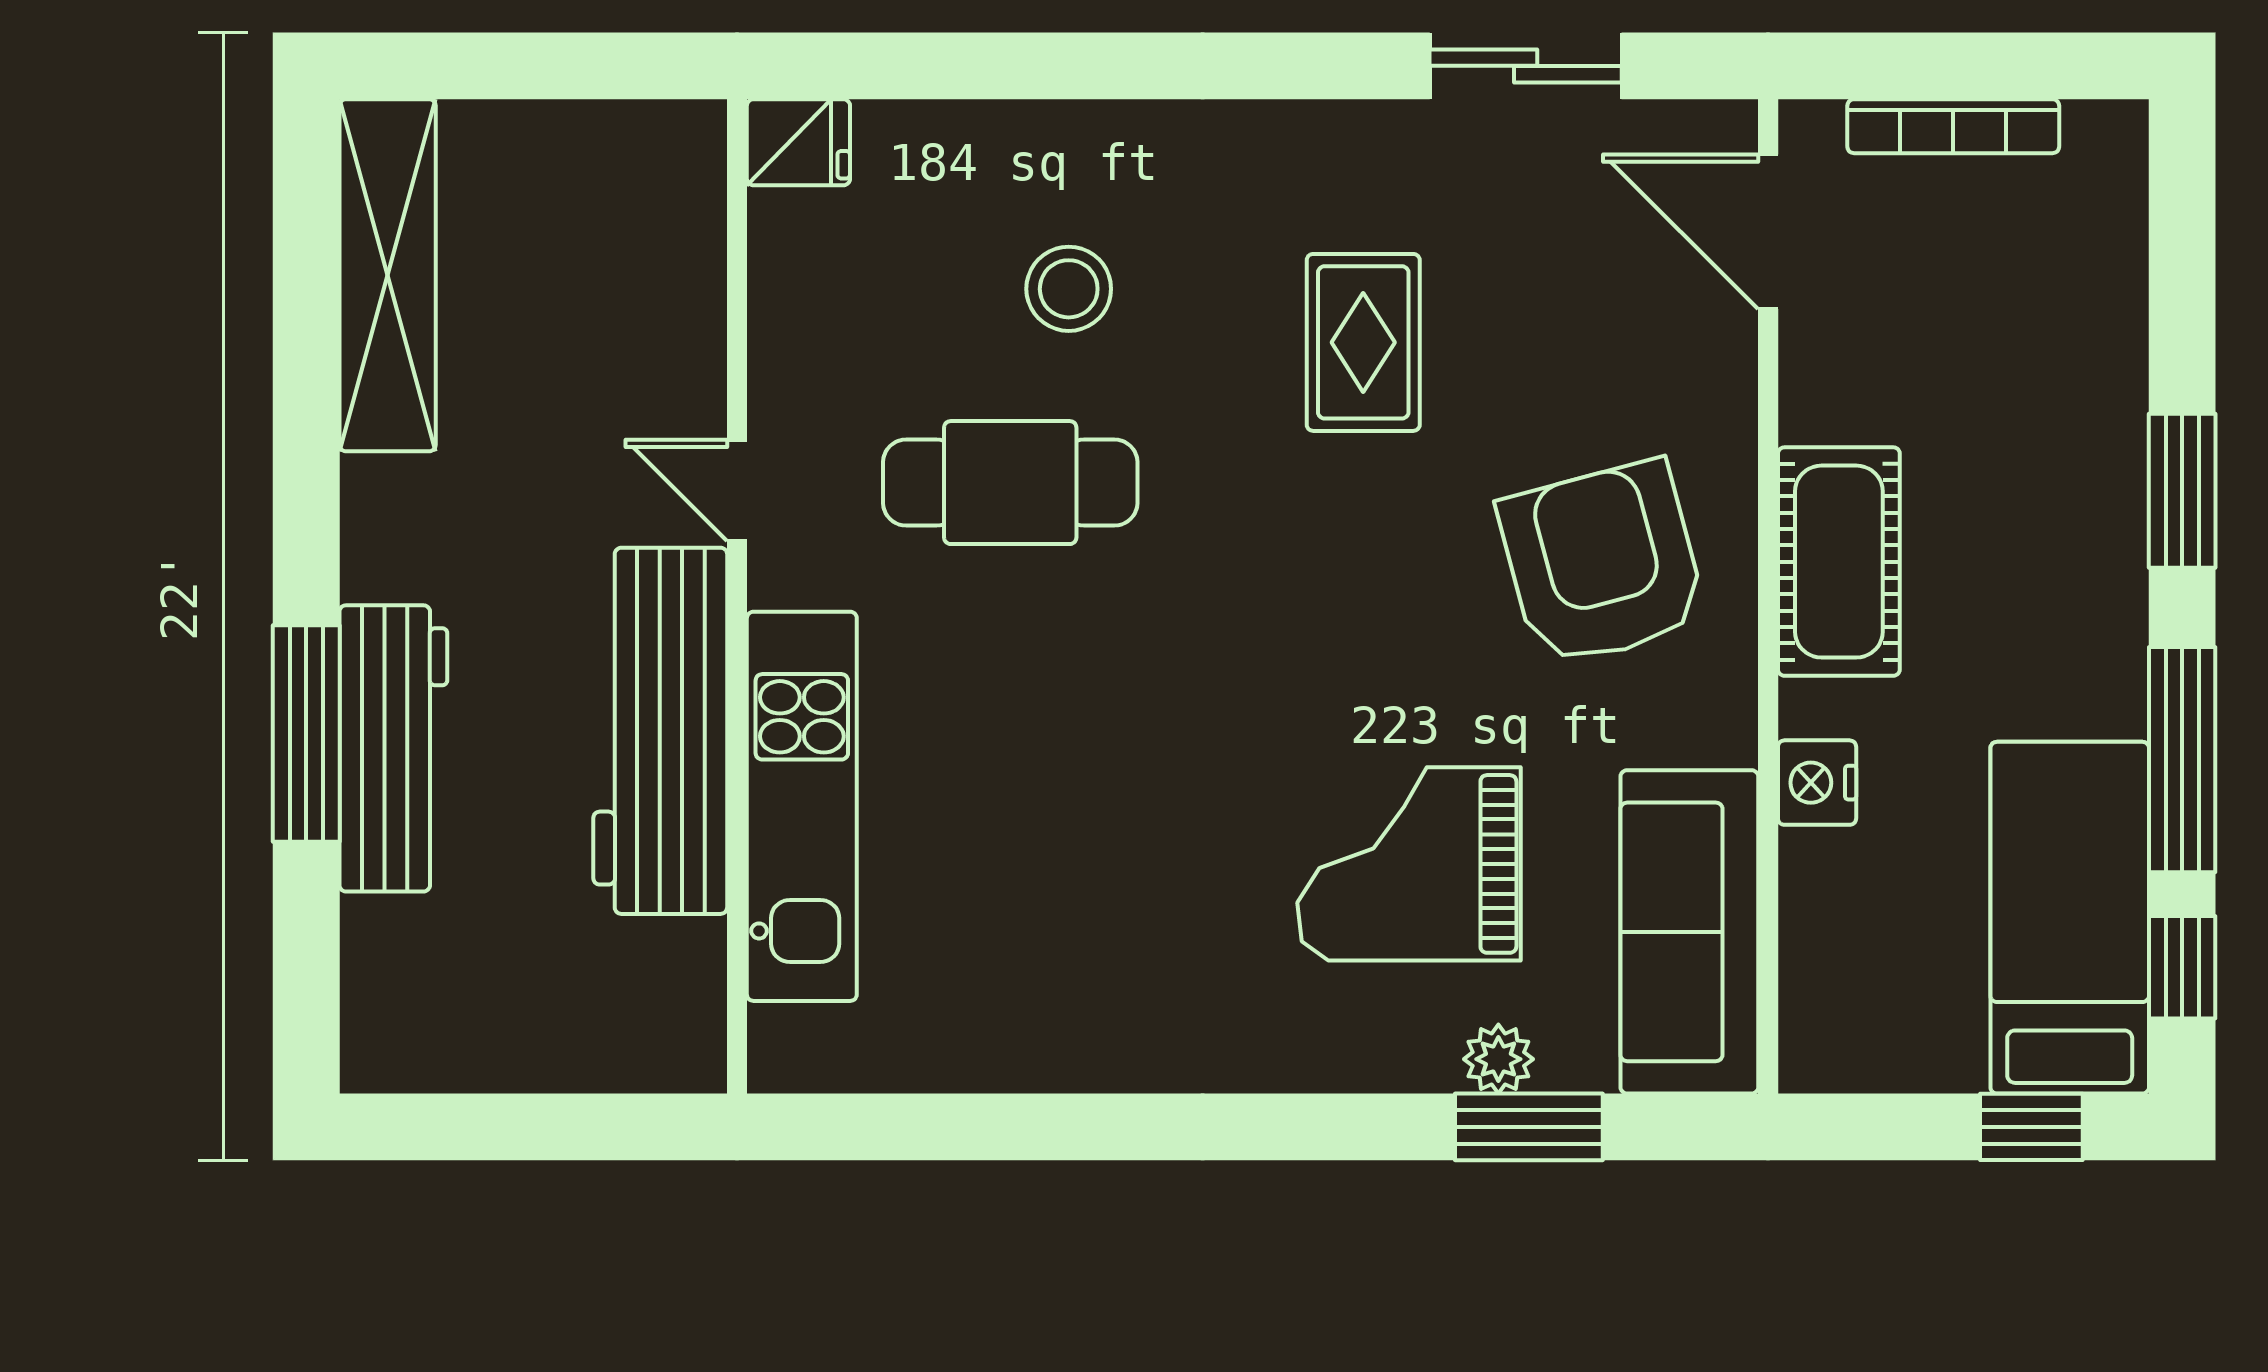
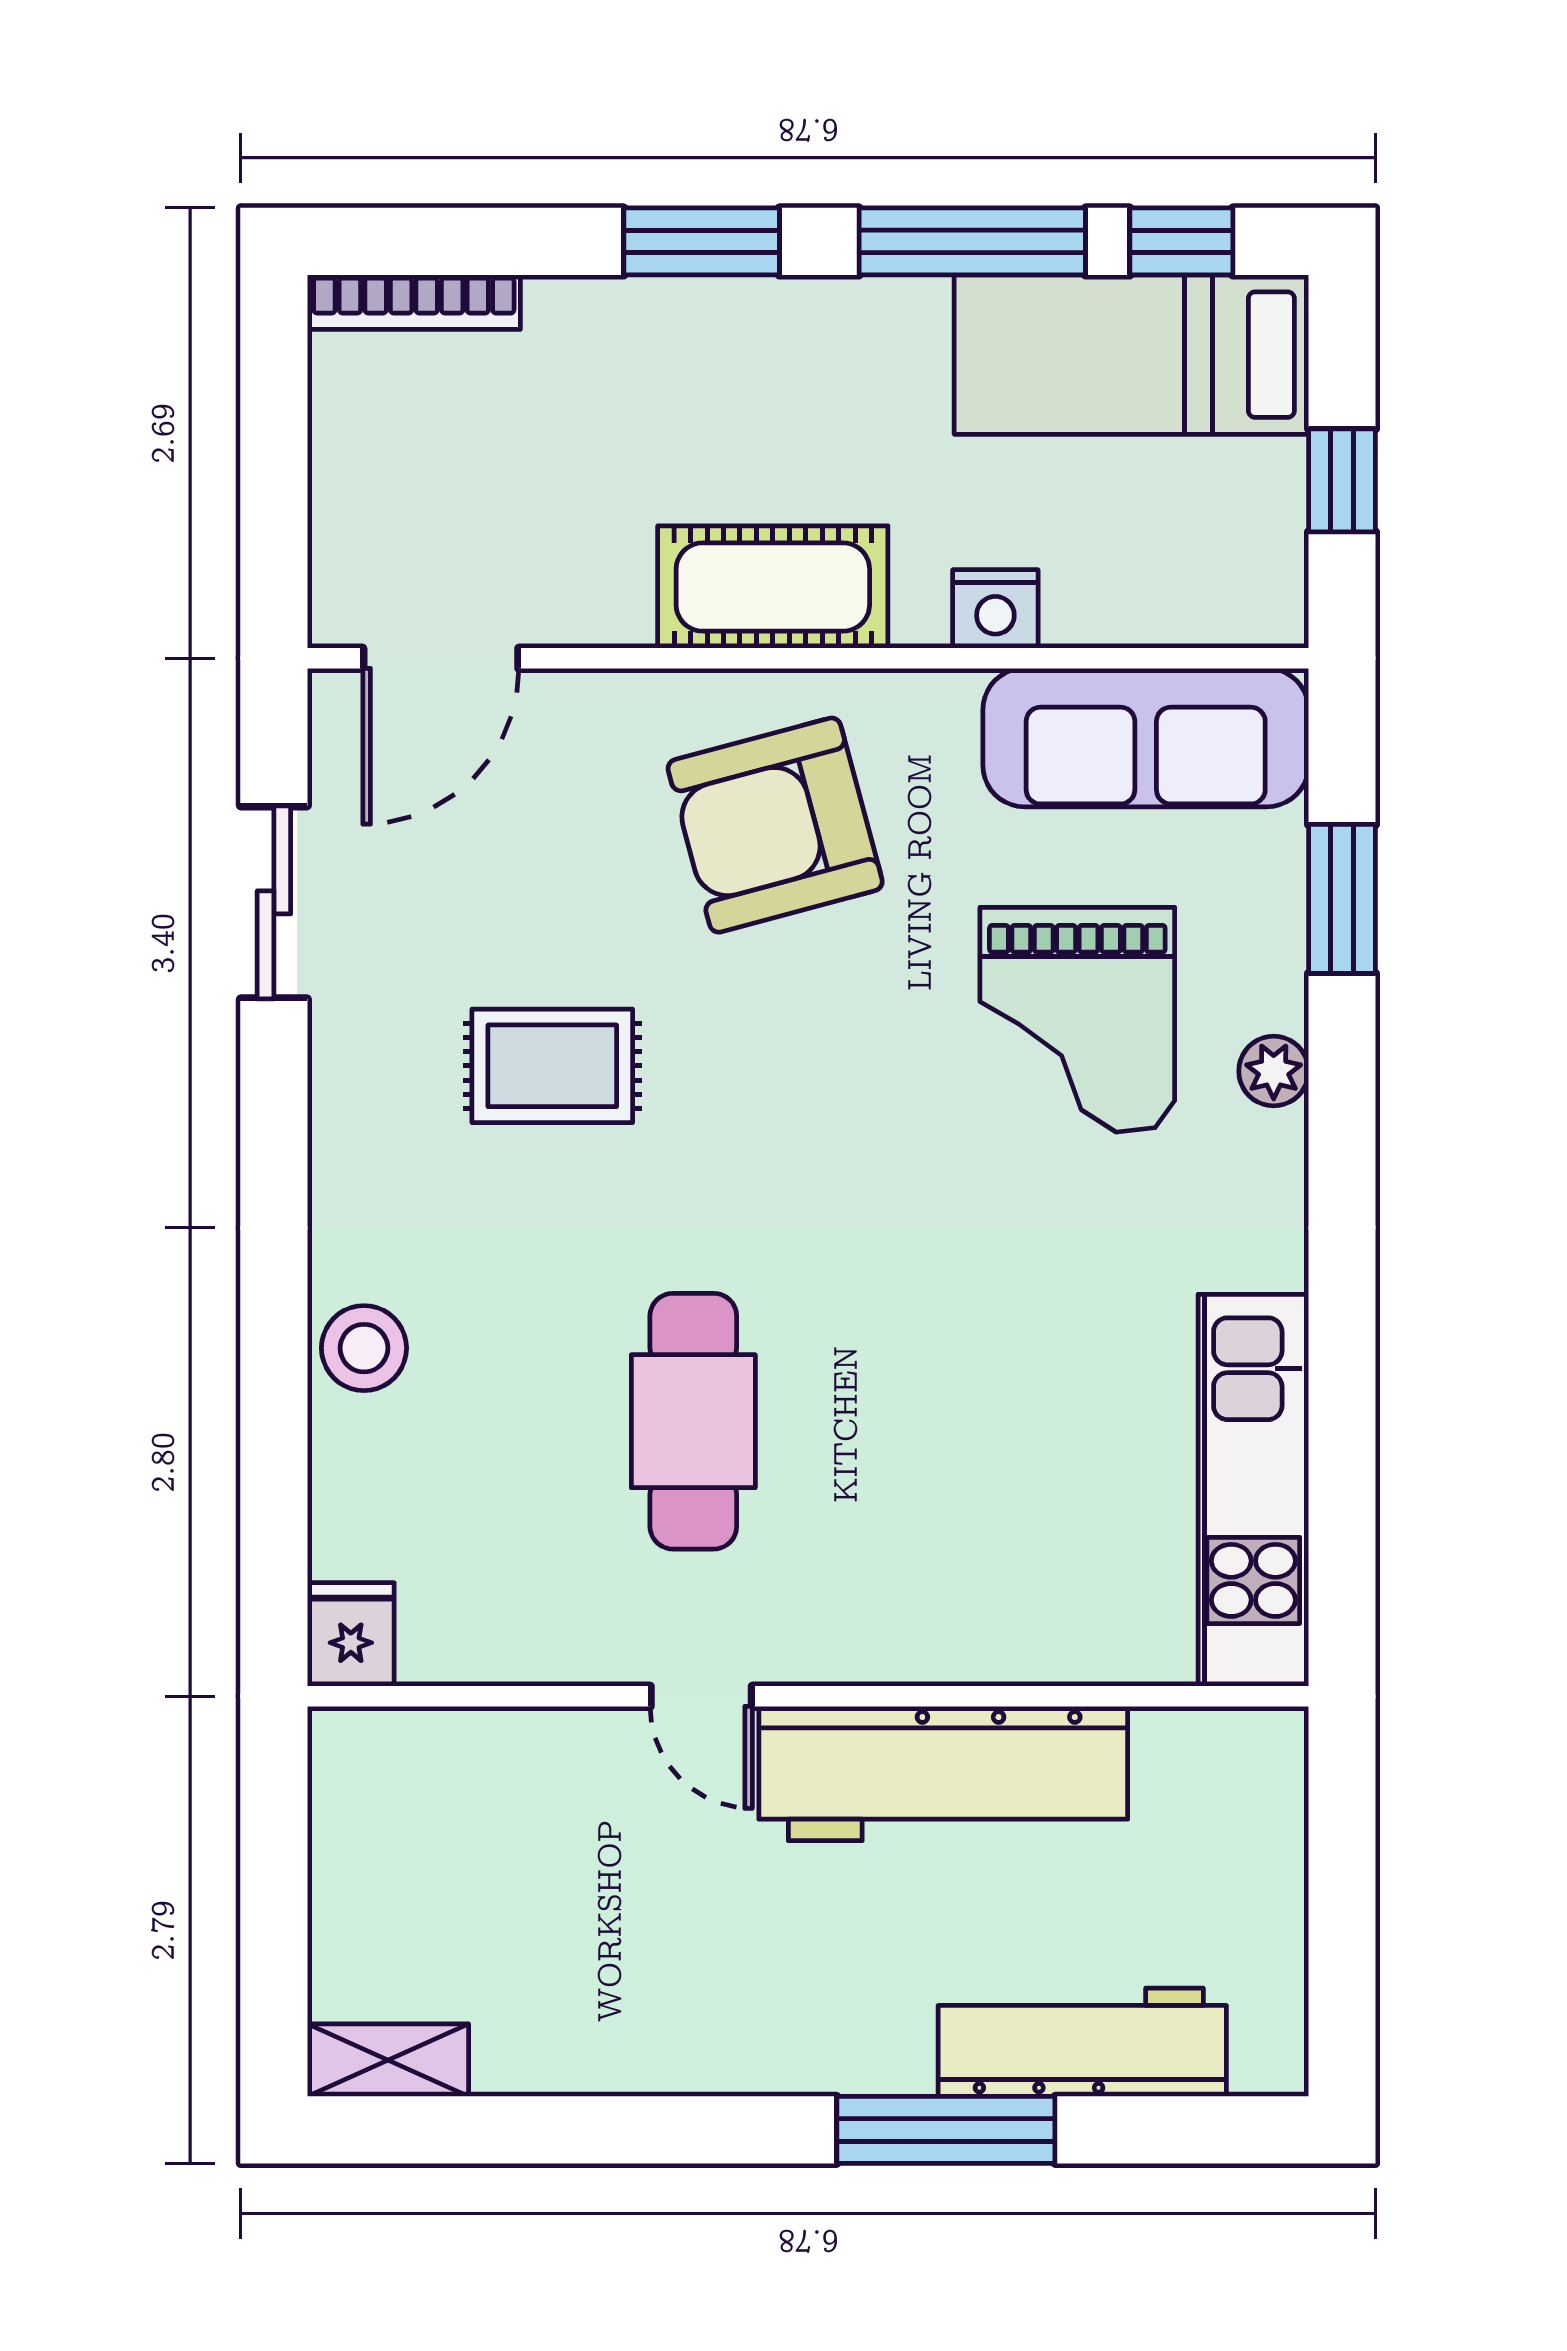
bookcase: (1953, 126) -> (414, 302), moved, turned 90
shelving: (388, 275) -> (388, 2060), width x0.45, depth x0.75
stool: (1069, 289) -> (364, 1348), moved
door: (737, 490) -> (701, 1696), hinge flipped
workbench: (393, 748) -> (1082, 2042), moved
kitchen unit: (802, 806) -> (1253, 1490), moved, turned -90
plant: (1498, 1059) -> (1274, 1071), moved
window: (2031, 1127) -> (1342, 480), moved

